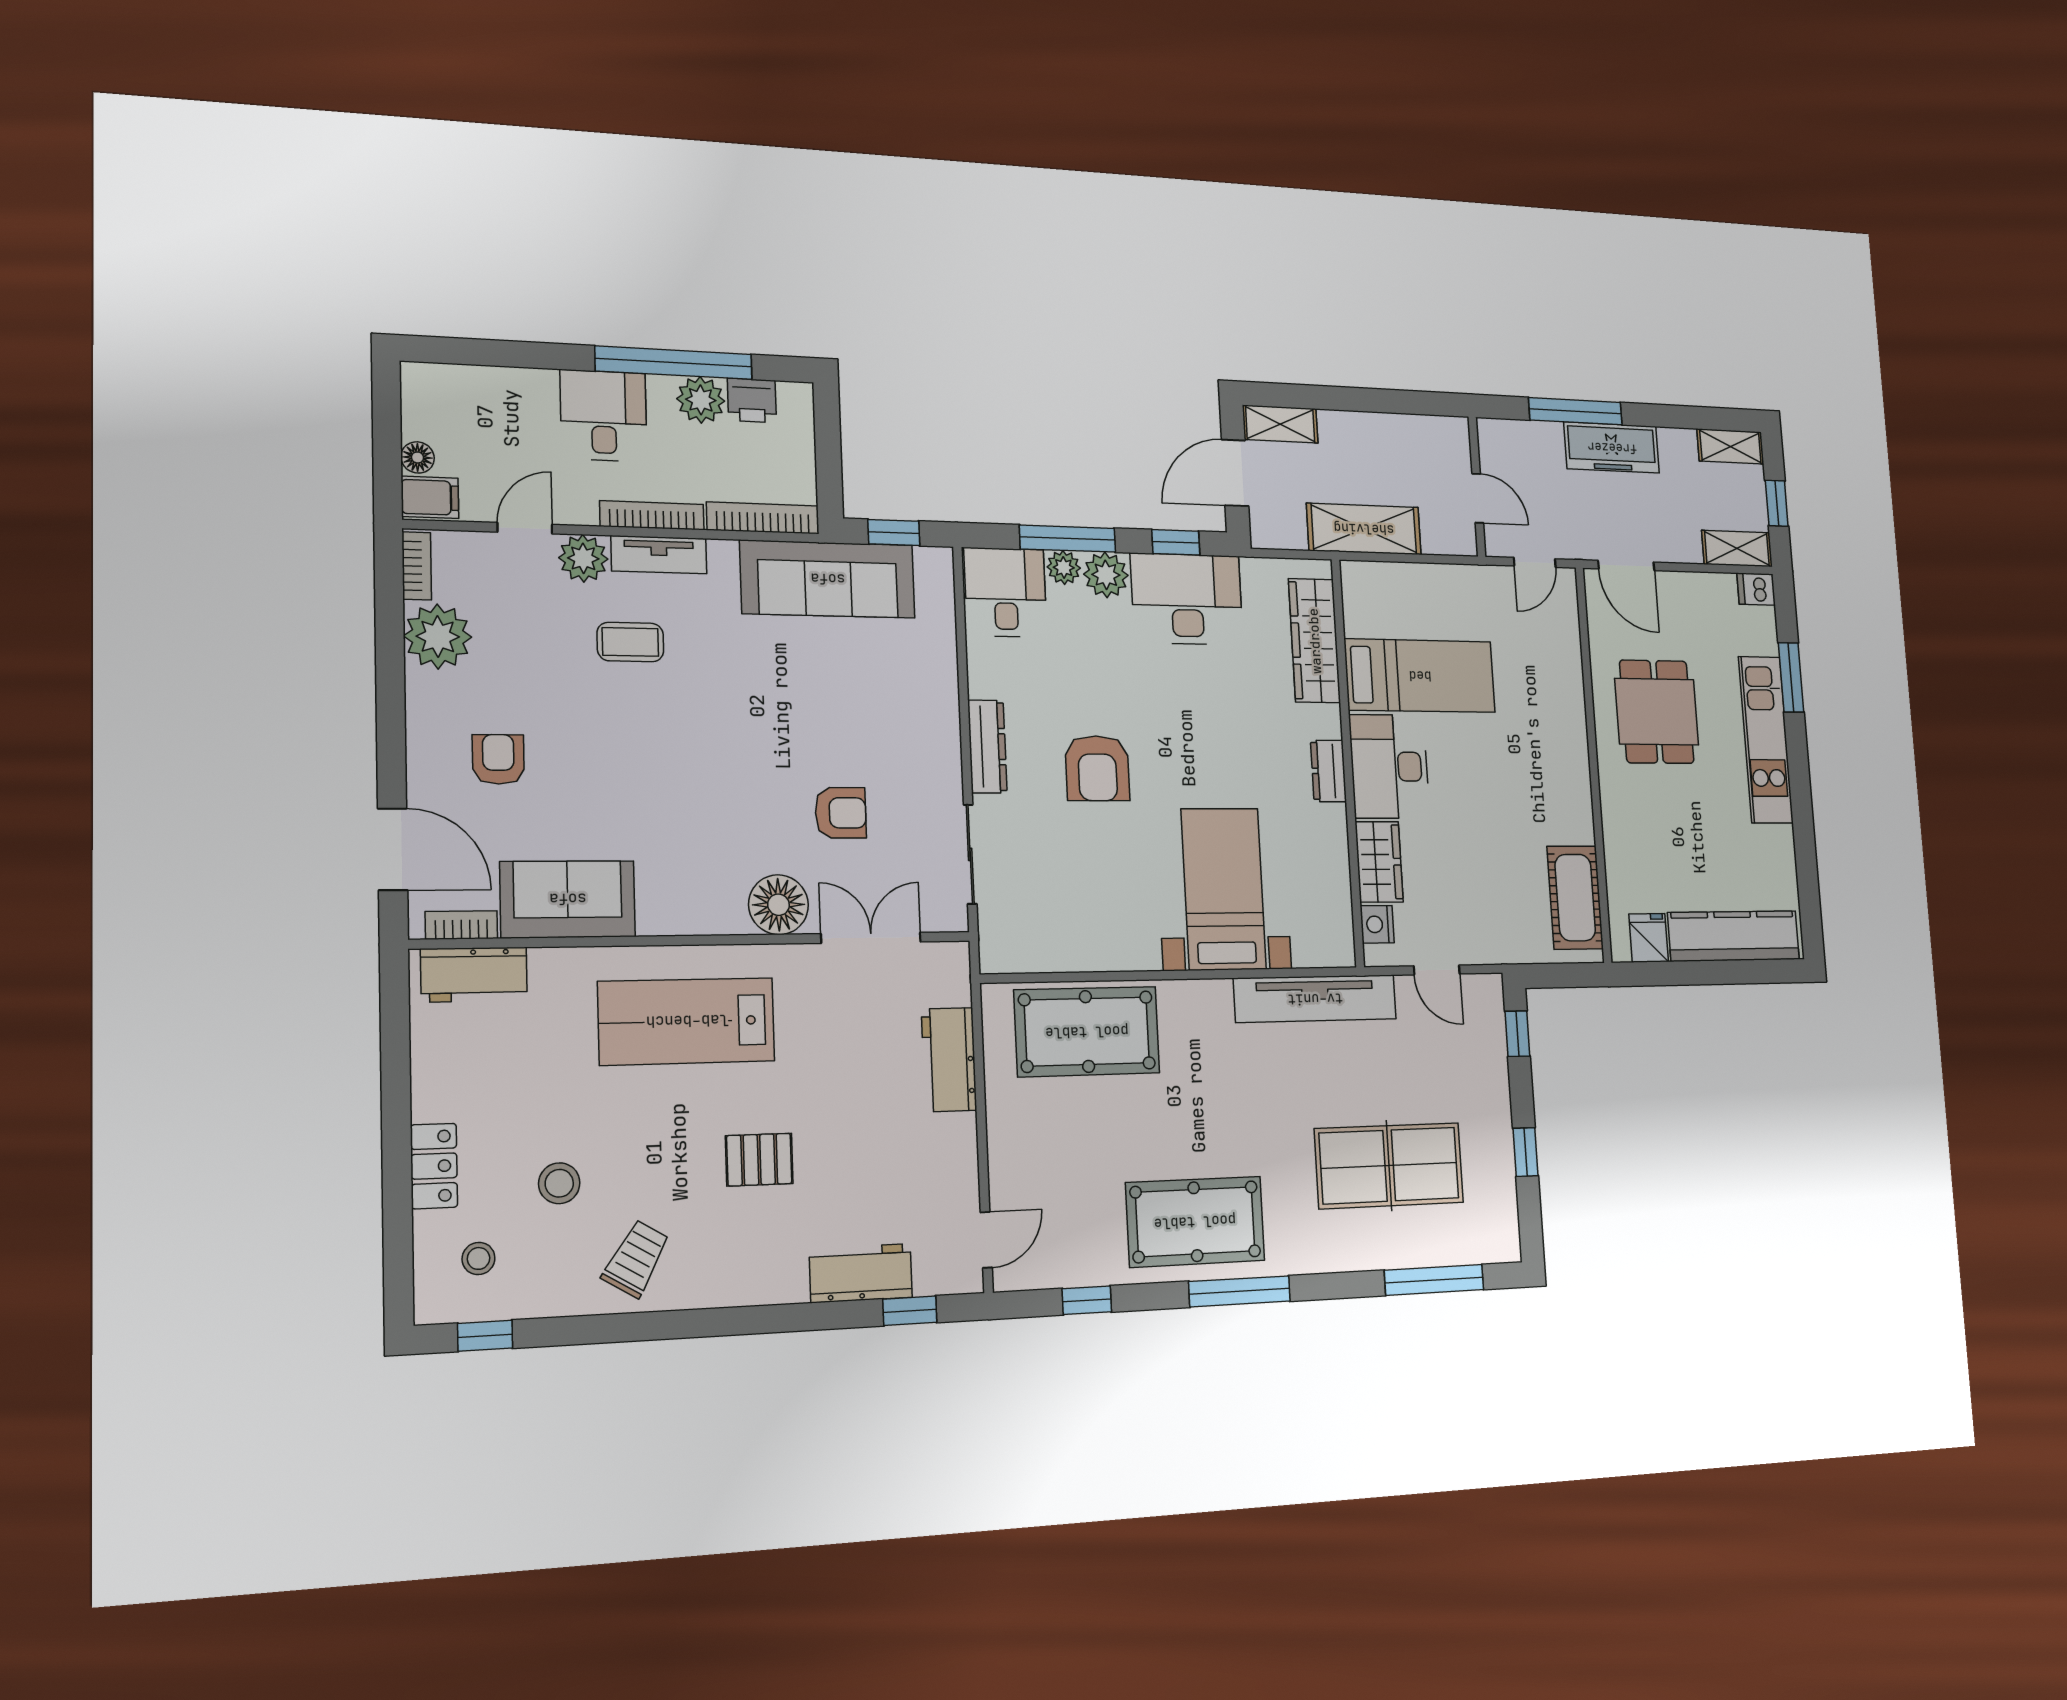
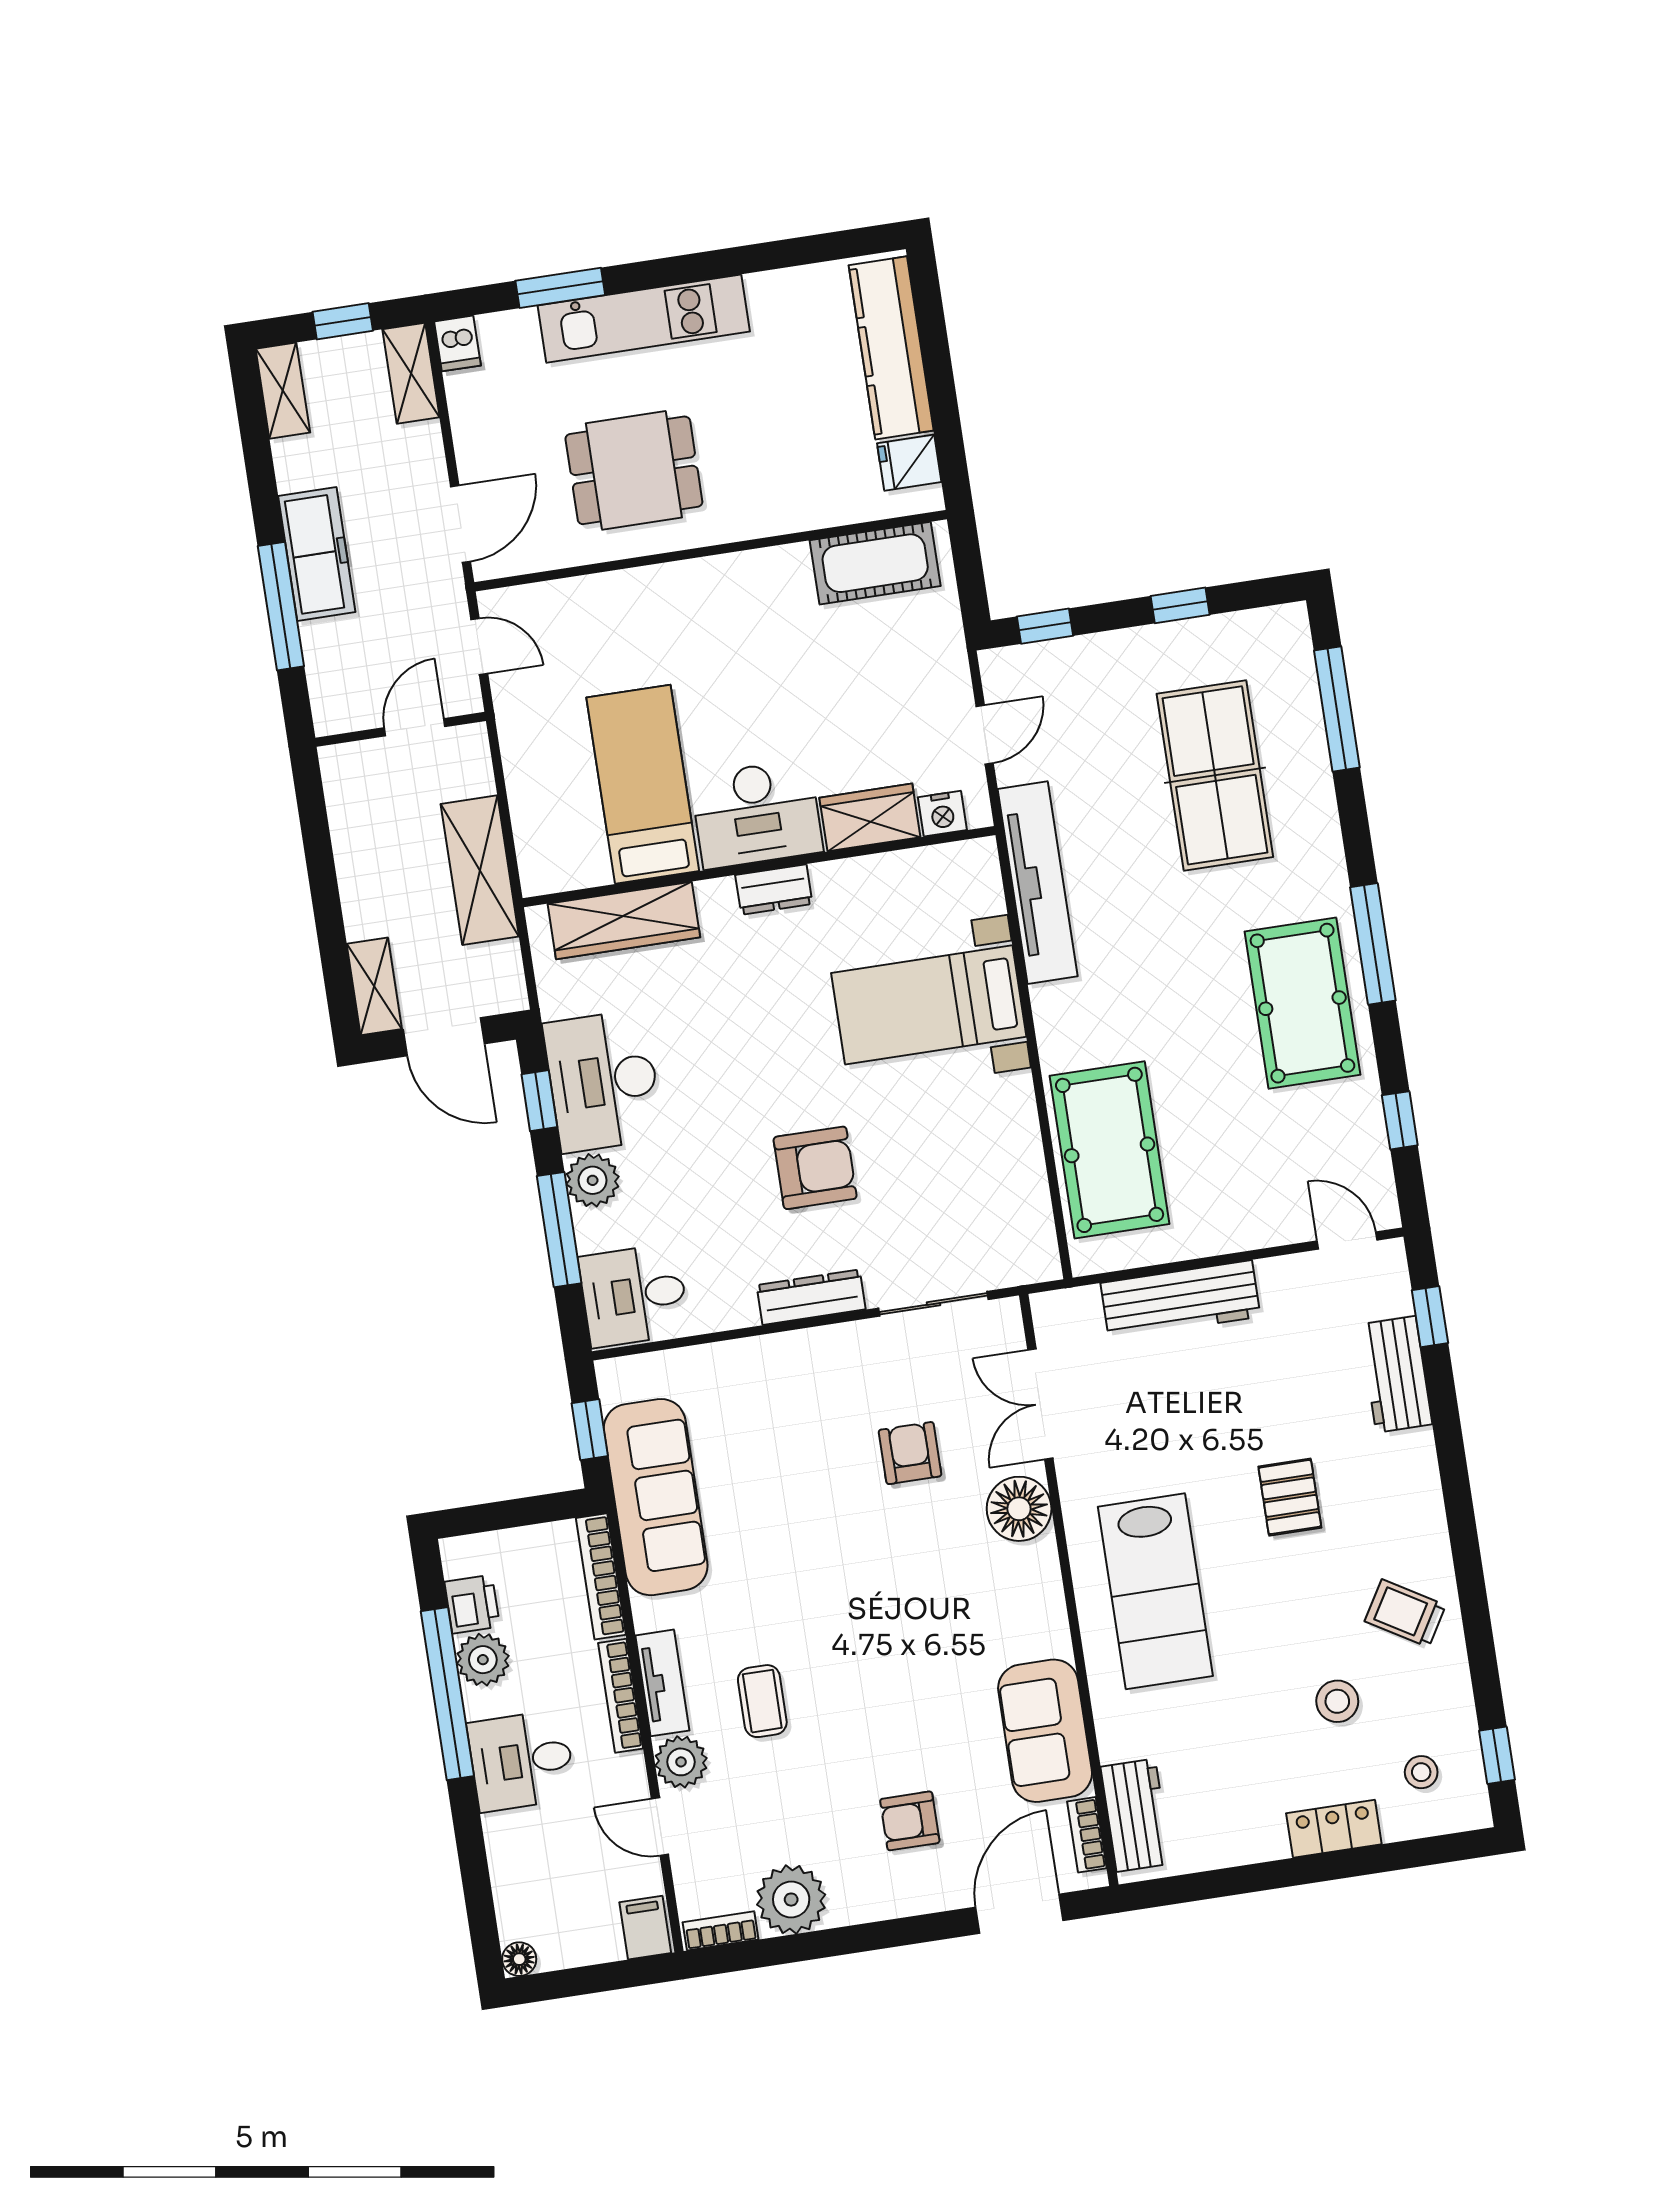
floor lamp: (418, 457) -> (519, 1959), moved
plant: (1064, 567) -> (593, 1231), removed
workbench: (949, 1060) -> (1180, 1300), width x1.37

